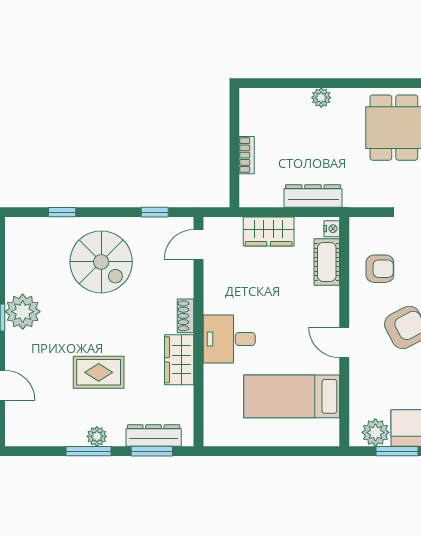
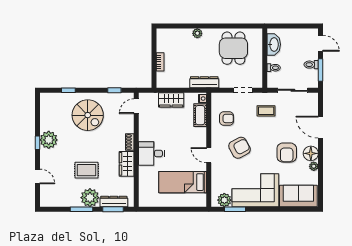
dresser: (313, 196) -> (204, 82), moved
plant: (97, 436) -> (90, 198), width x1.88, depth x1.88

